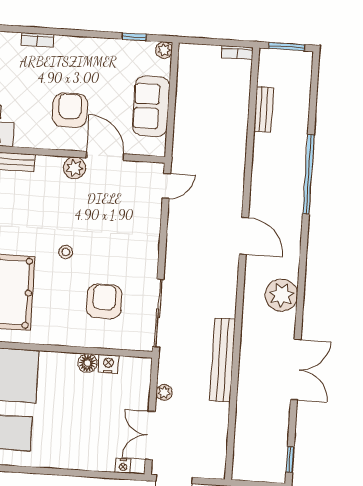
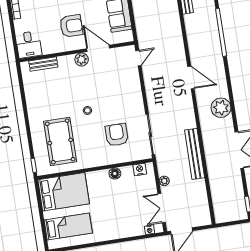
armchair: (70, 110) -> (71, 26), turned 90
nightstand: (108, 364) -> (140, 169), moved

